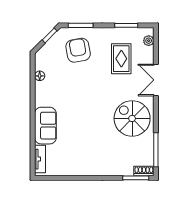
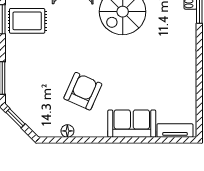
armchair: (78, 50) -> (83, 91), moved, turned 124
rug: (121, 59) -> (27, 21), moved

